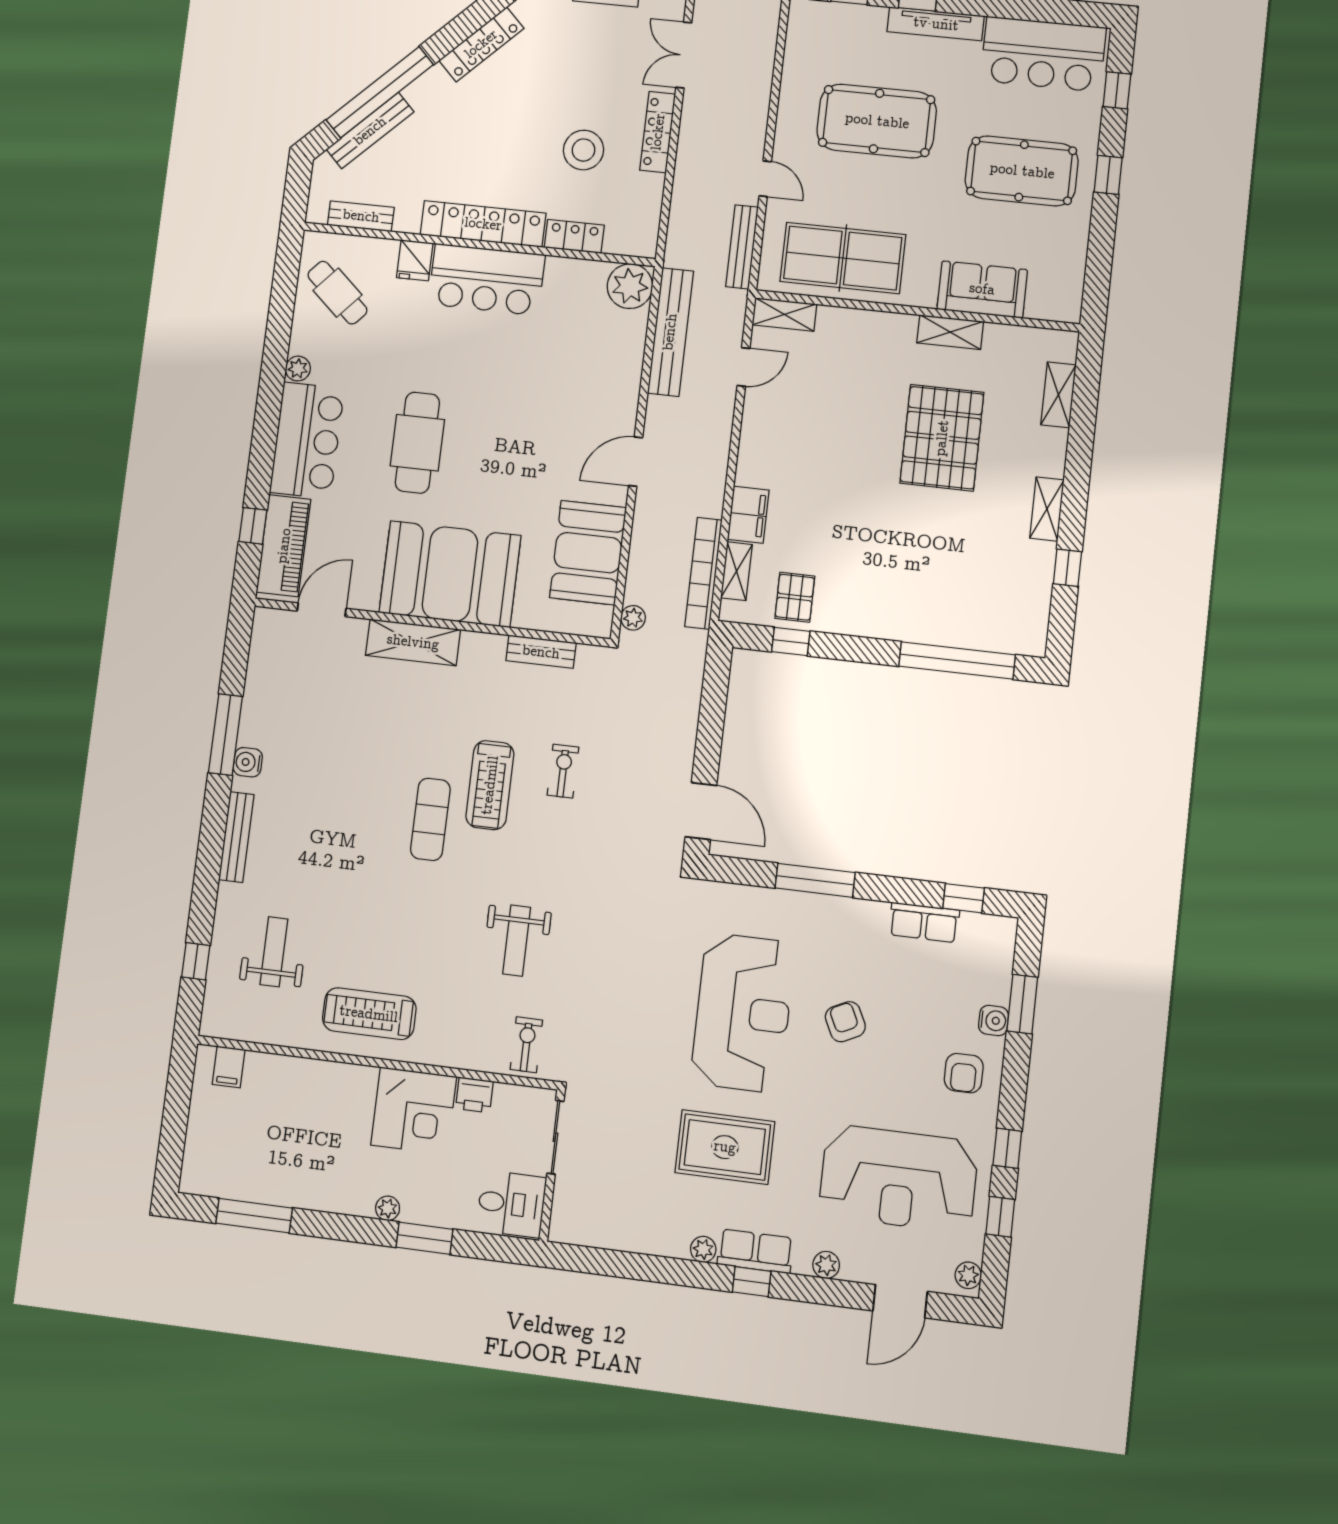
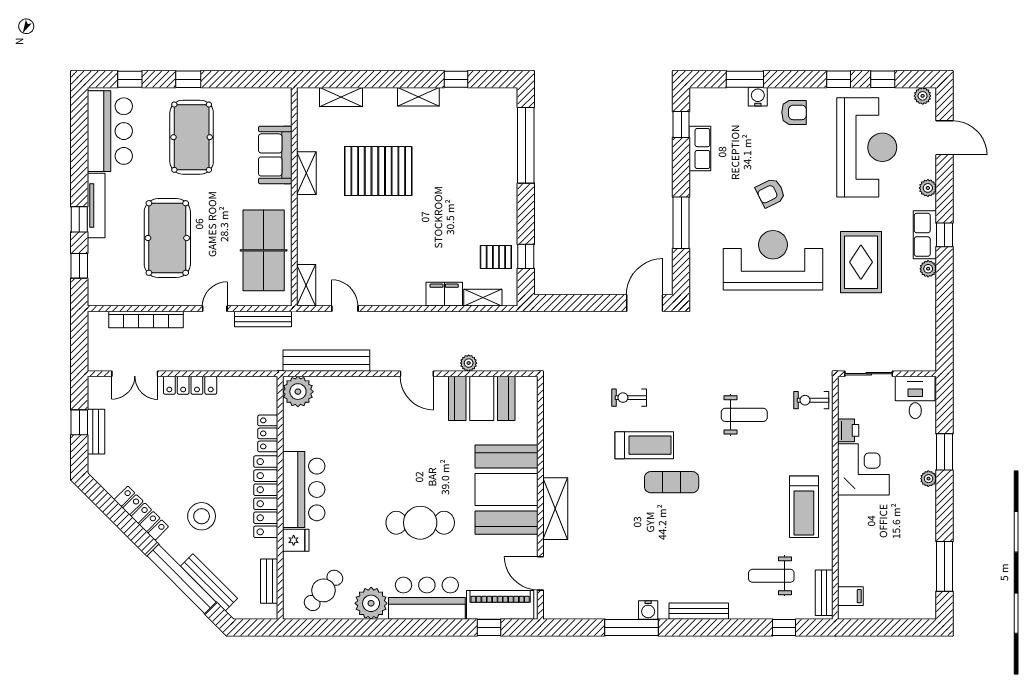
stool: (583, 150) -> (202, 516), moved
plant: (298, 369) -> (371, 603), width x1.87, depth x1.87
bookcase: (703, 573) -> (146, 320), moved
plant: (633, 618) -> (469, 363), moved
bench: (541, 652) -> (824, 593), moved

